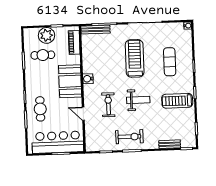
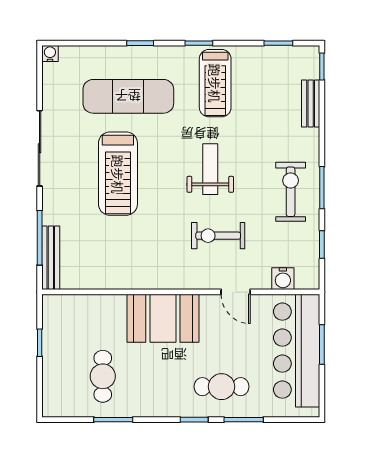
plant: (46, 35) -> (60, 366), removed
piano: (74, 42) -> (78, 306), removed
treadmill: (135, 58) -> (118, 174), turned -90
exercise mat: (170, 62) -> (128, 96), width x1.36, depth x1.45
water cooler: (88, 79) -> (283, 279), moved
door: (83, 114) -> (236, 292), hinge flipped

